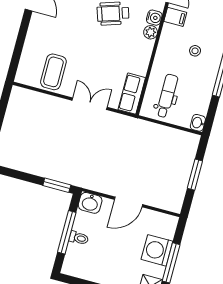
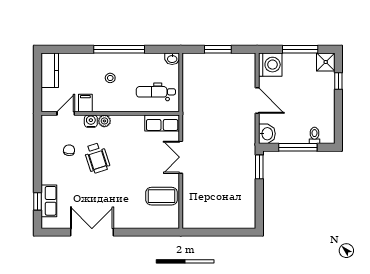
toilet: (79, 238) -> (315, 135), moved
washing machine: (157, 250) -> (270, 65), moved, turned -90

